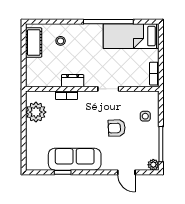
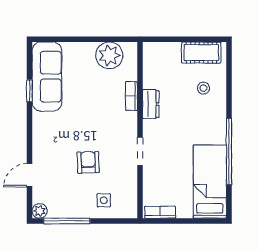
sofa: (75, 159) -> (47, 77), moved

